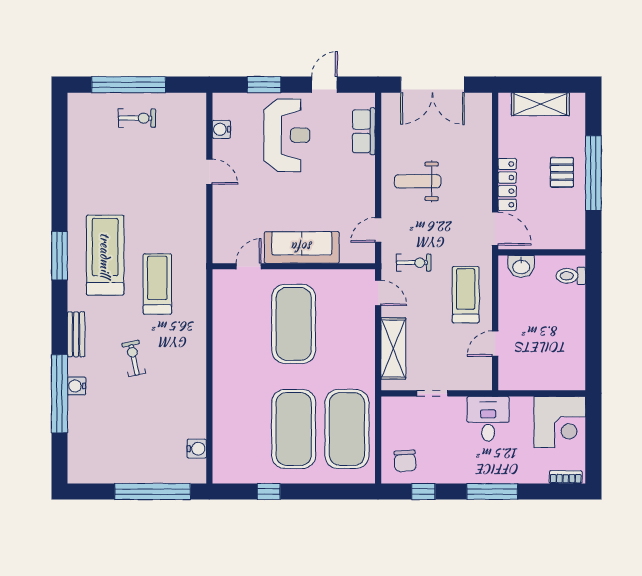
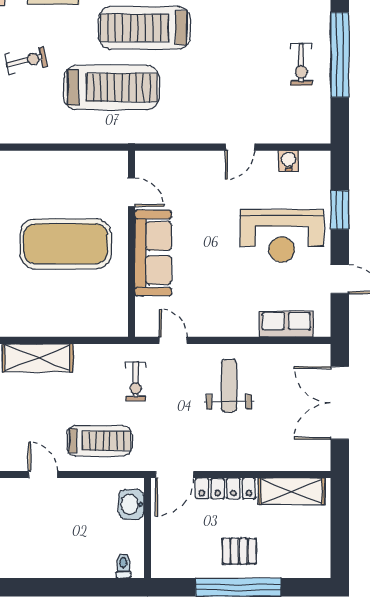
shelving: (540, 104) -> (292, 491), moved, turned 90
treadmill: (105, 255) -> (144, 28), turned 180
toilet: (571, 276) -> (123, 566), width x0.73, depth x0.72
treadmill: (157, 284) -> (111, 88), width x1.37, depth x1.38
door: (378, 293) -> (101, 340), removed

